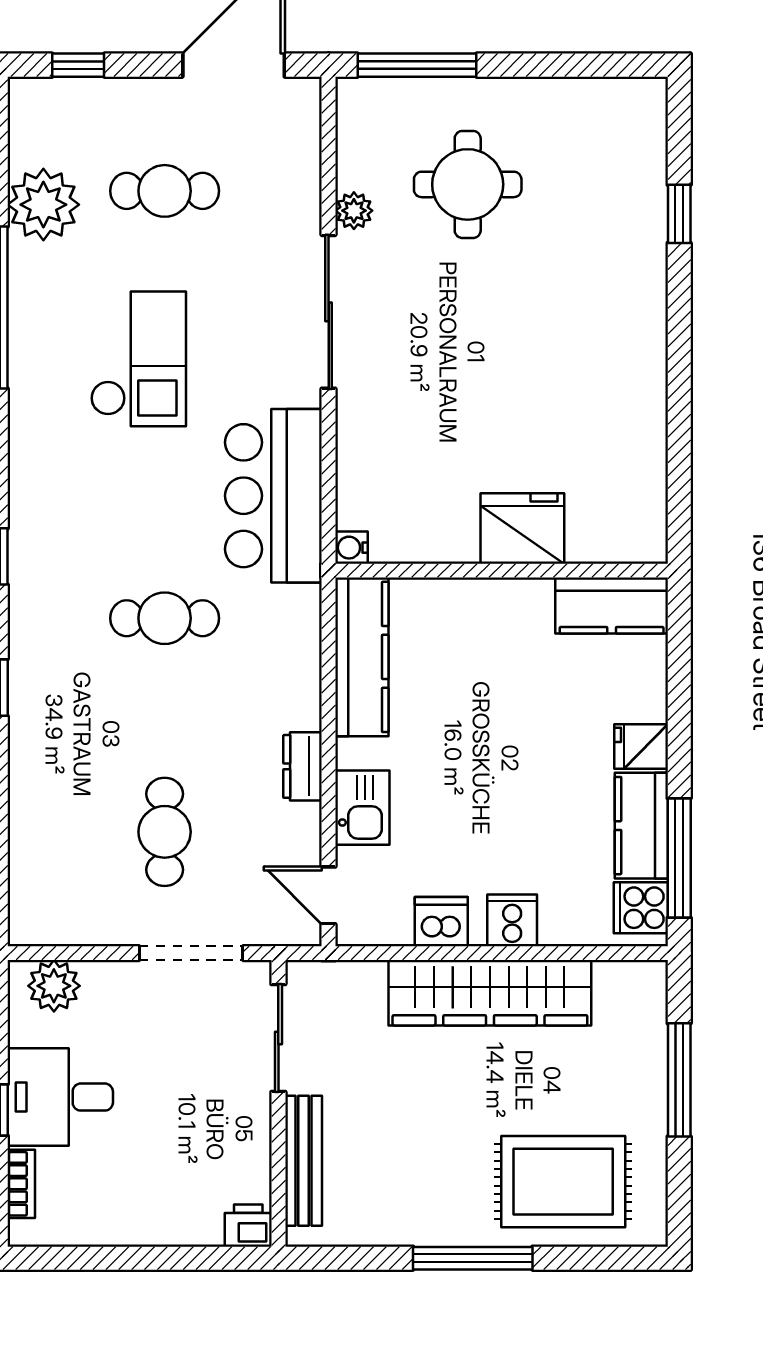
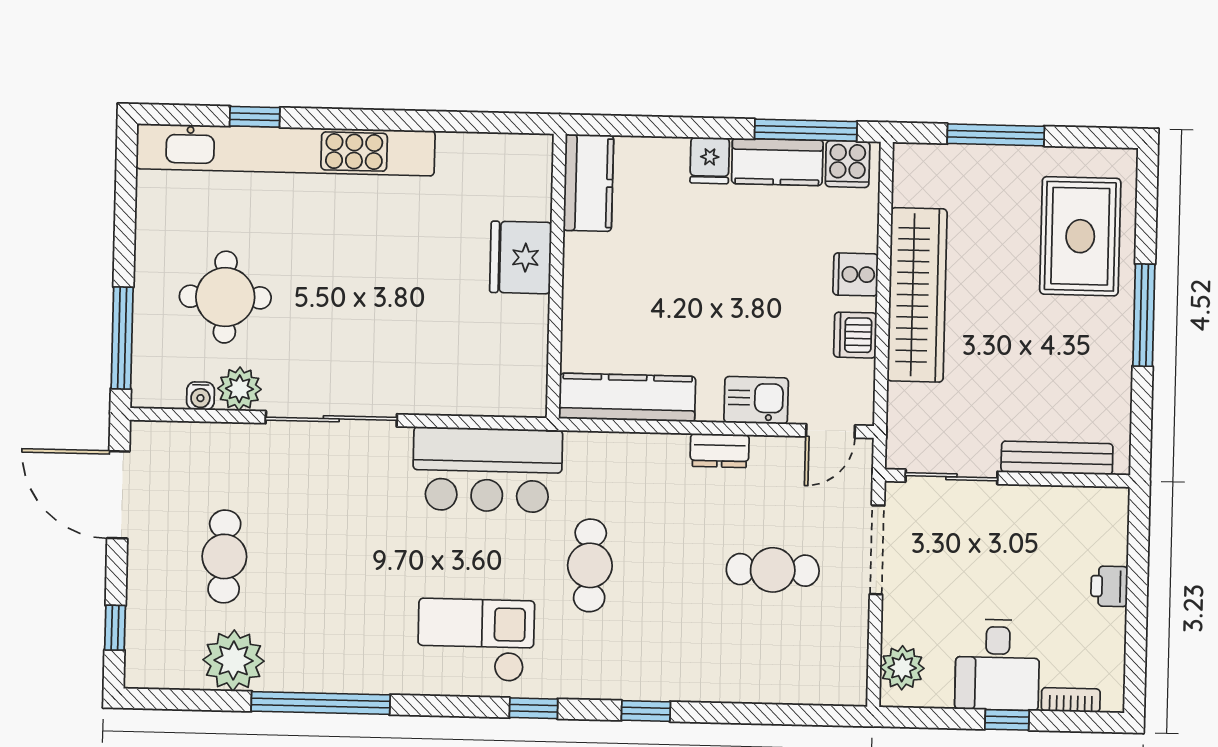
plant: (354, 211) -> (239, 389), width x1.38, depth x1.38
kitchen unit: (641, 251) -> (286, 150), added
checkout: (138, 359) -> (476, 640), moved
water cooler: (352, 548) -> (200, 396), moved
printer: (248, 1226) -> (1109, 586), moved

